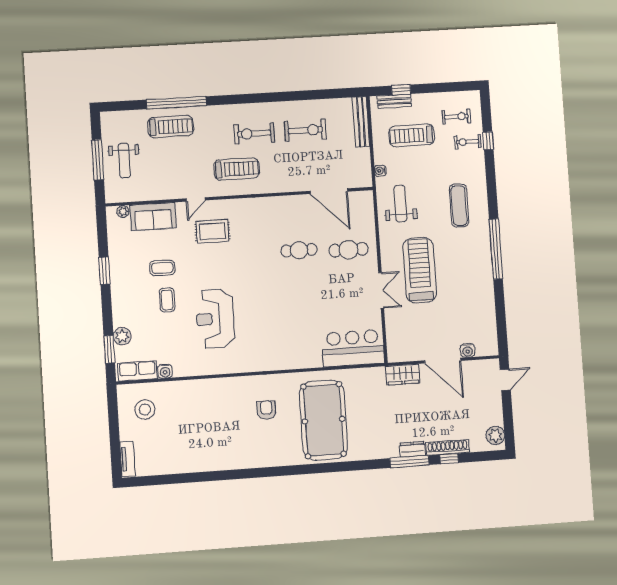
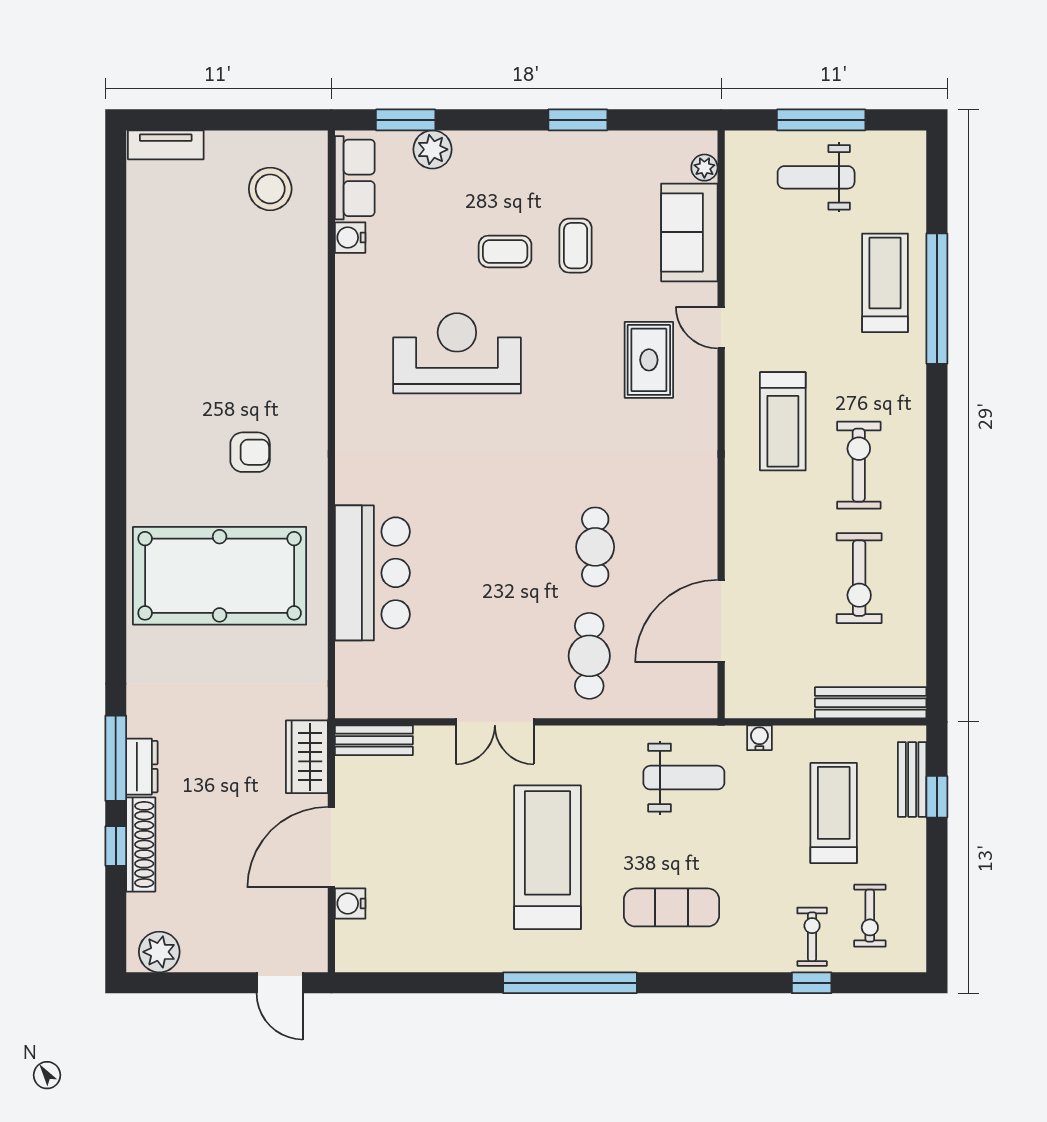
treadmill: (171, 127) -> (885, 283), turned 180
treadmill: (420, 270) -> (548, 857), moved, turned -90
bench: (393, 345) -> (374, 740), added
bar counter: (353, 348) -> (372, 573), moved

